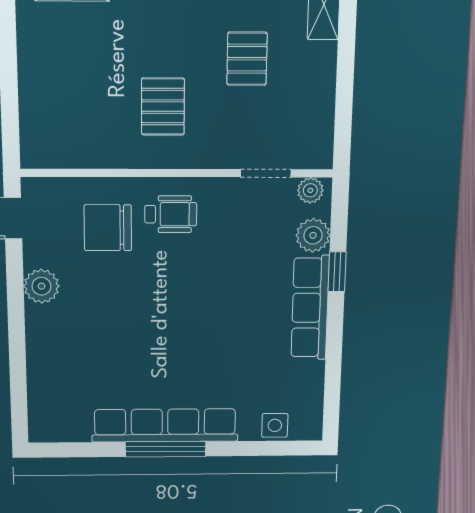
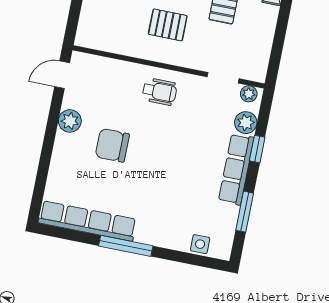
pallet: (163, 107) -> (168, 25), turned 90
chair: (108, 228) -> (112, 145), moved
window: (333, 367) -> (245, 212), added
row of seats: (165, 425) -> (87, 221), moved

